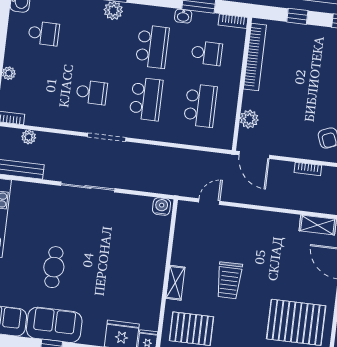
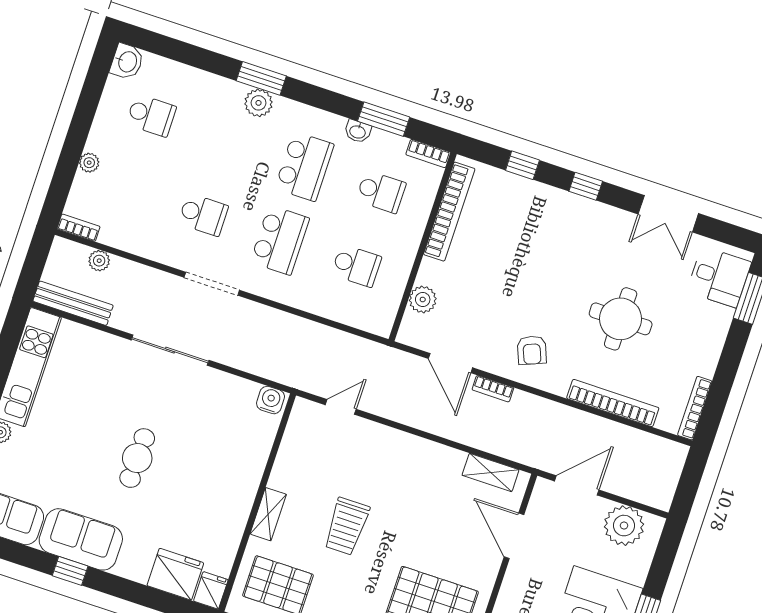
school desk: (200, 106) -> (356, 266), width x0.54
door: (254, 155) -> (450, 363), moved
cafe table: (54, 267) -> (137, 458), moved

